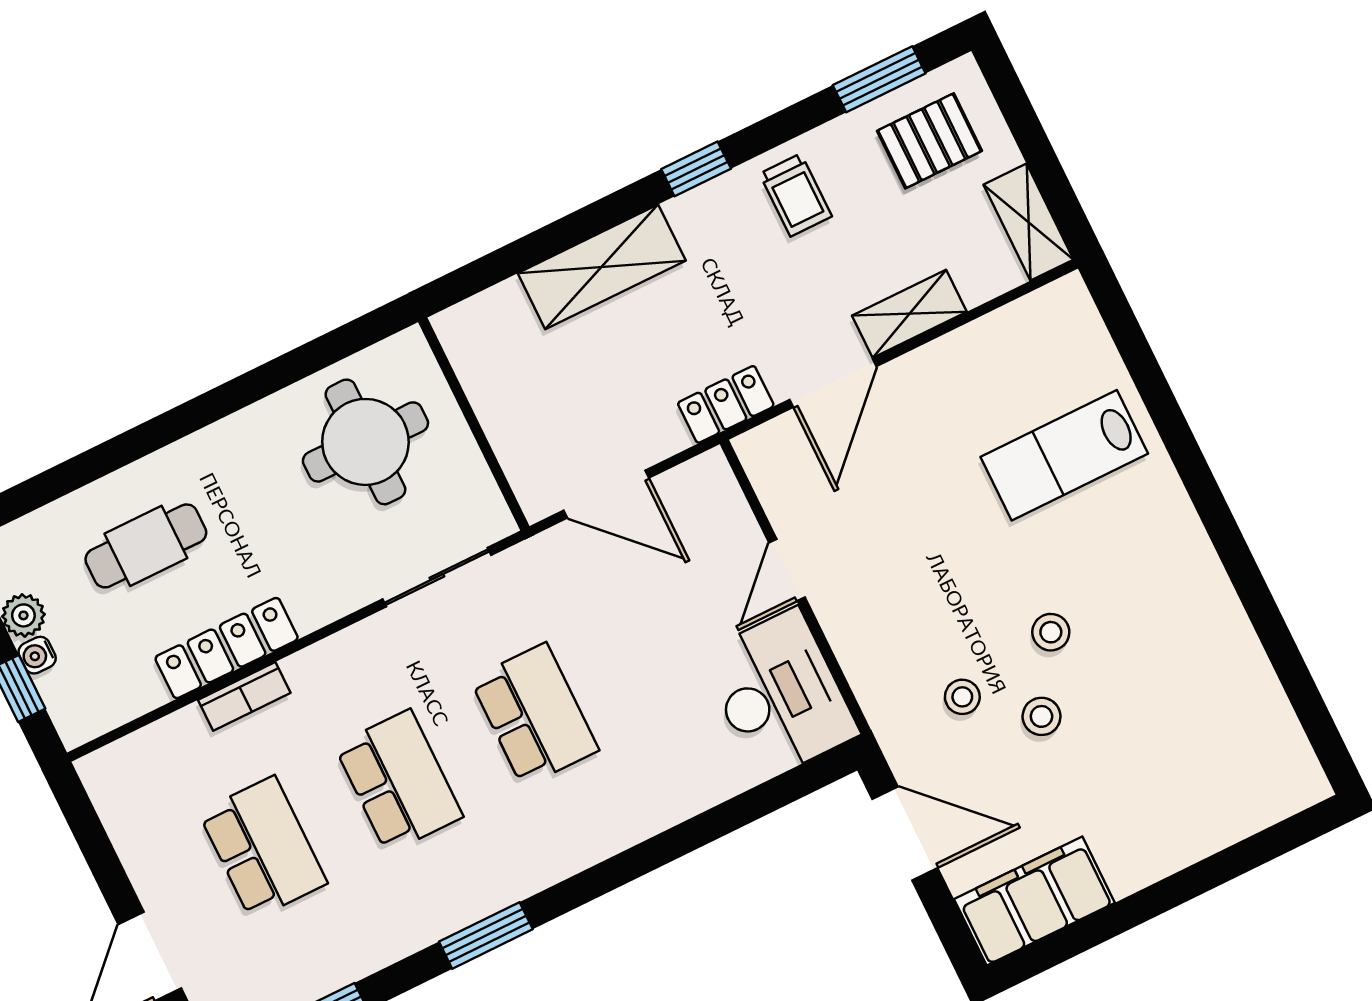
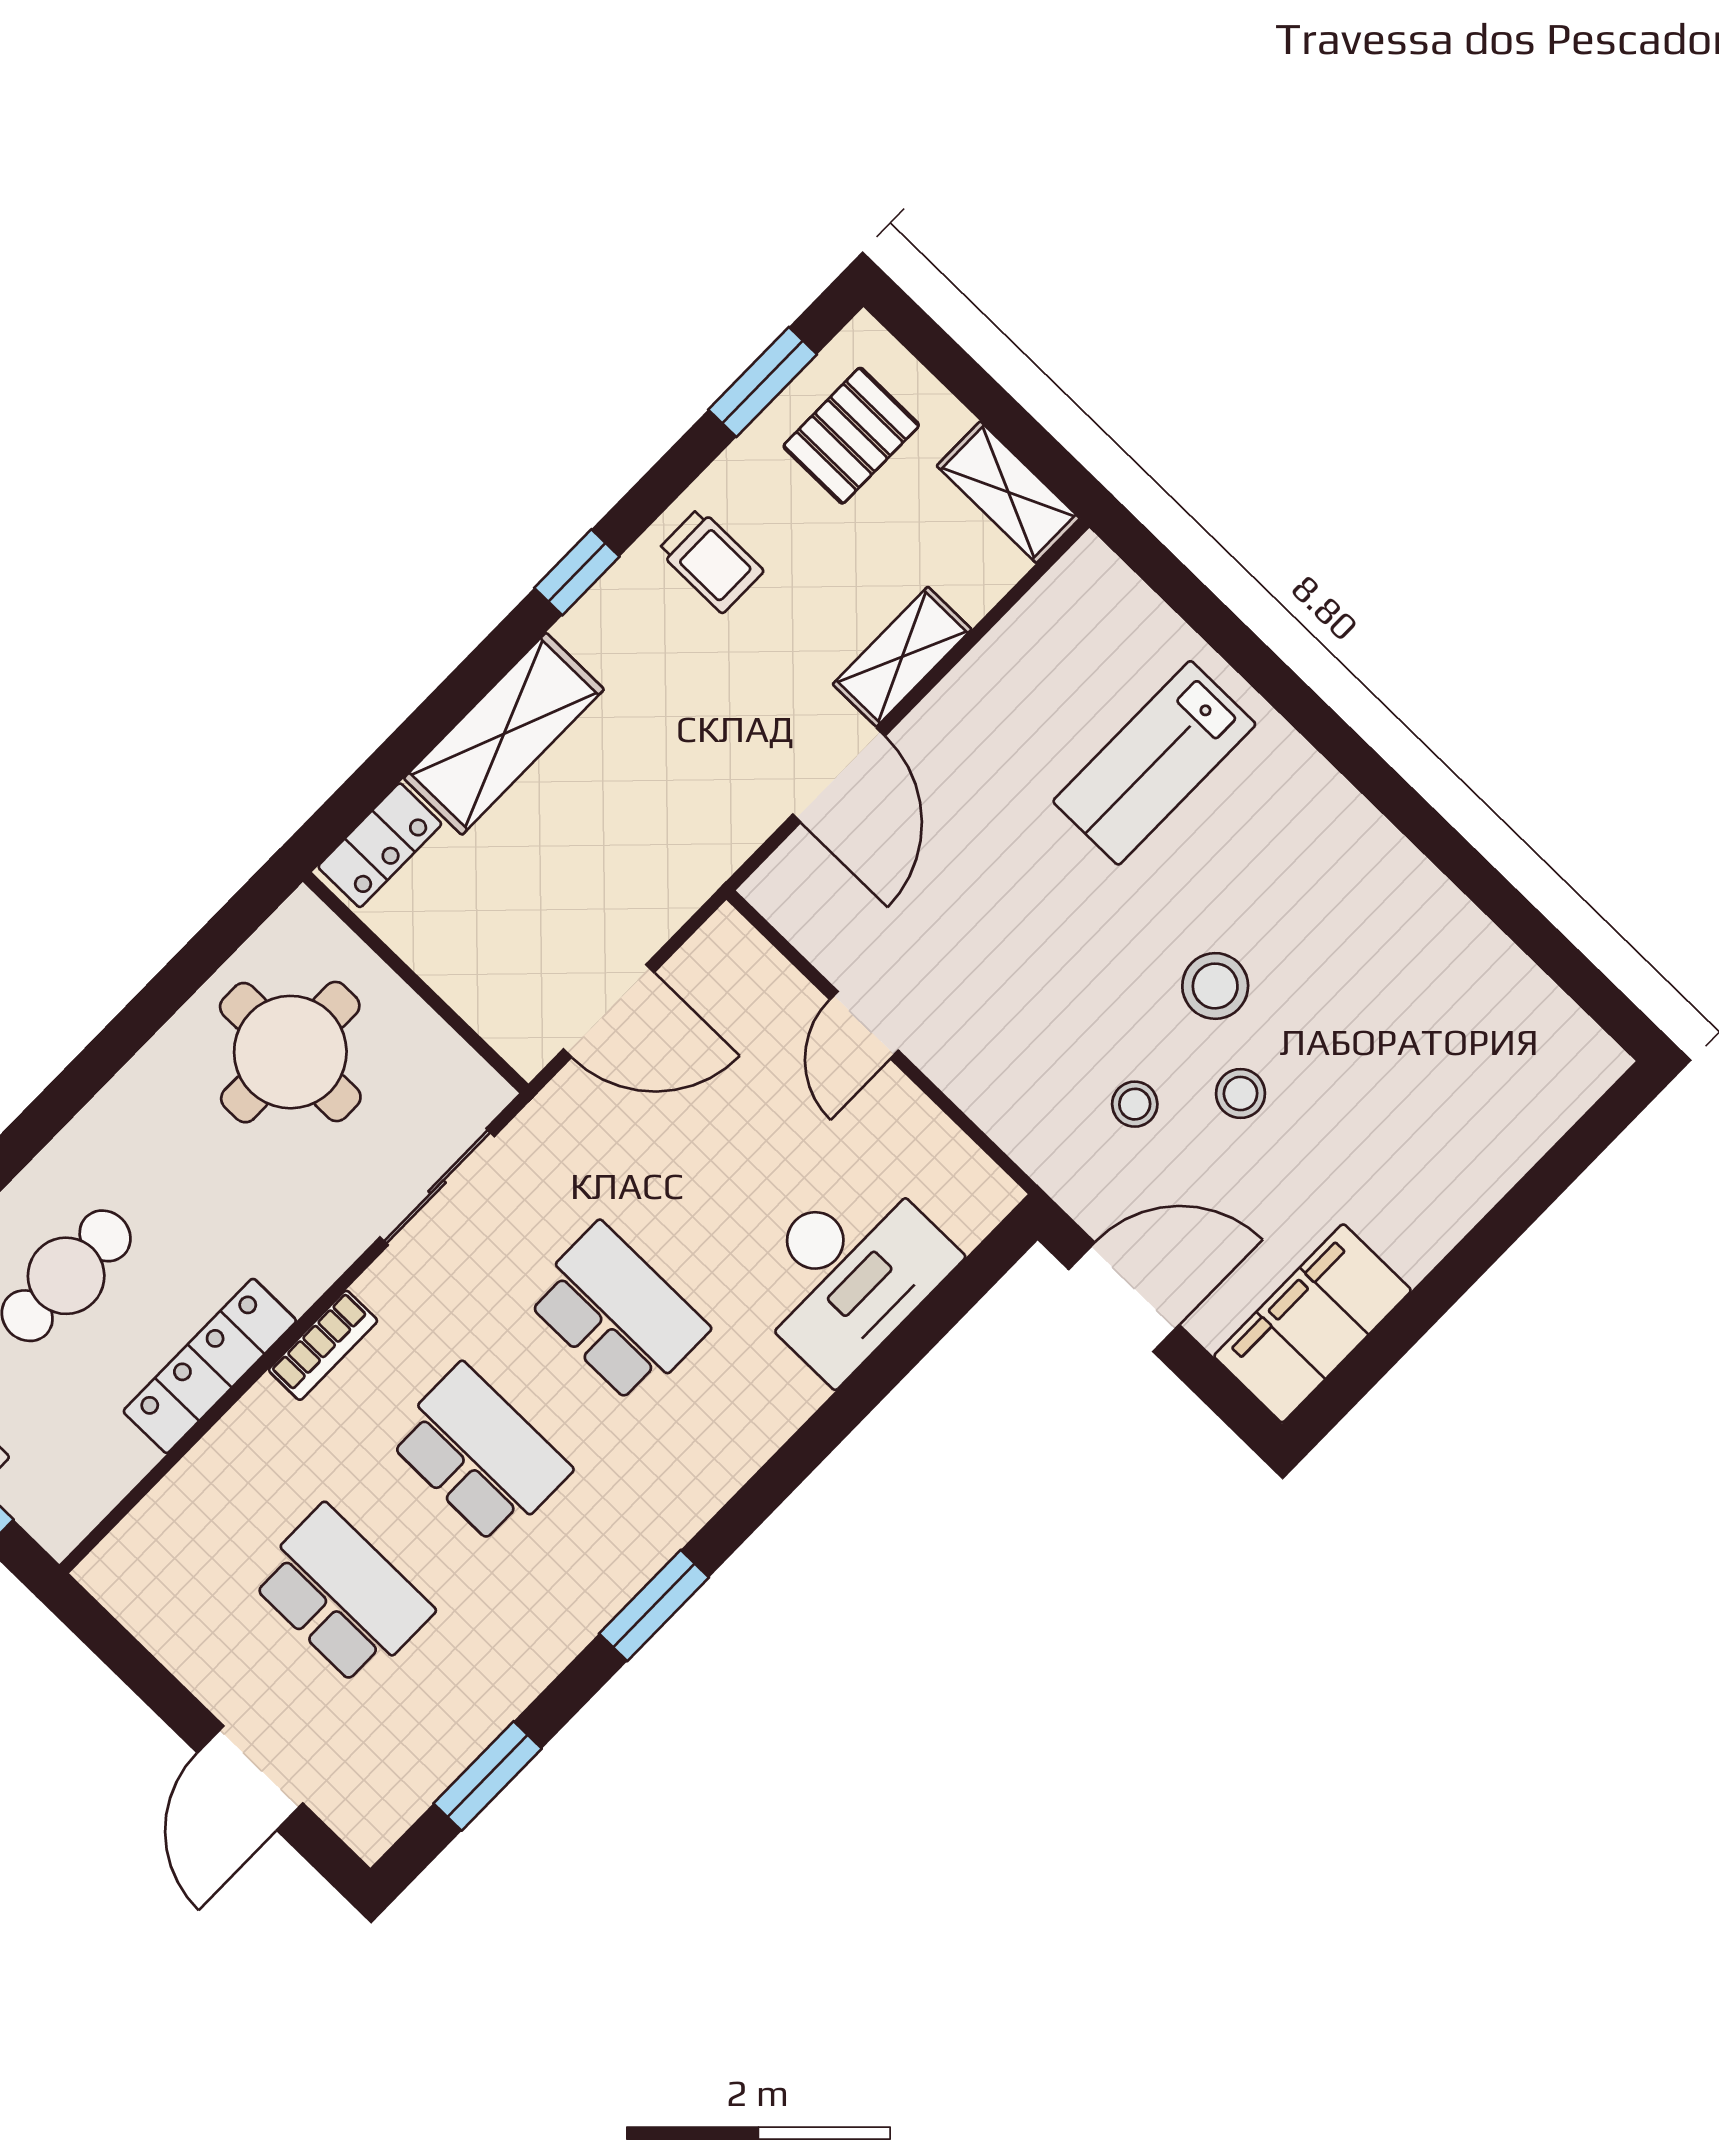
locker: (726, 404) -> (380, 845), moved, turned 180
stool: (1051, 632) -> (1215, 986), width x1.37, depth x1.37
desk: (779, 694) -> (848, 1272), moved, turned 90
bookcase: (244, 696) -> (323, 1345), moved

